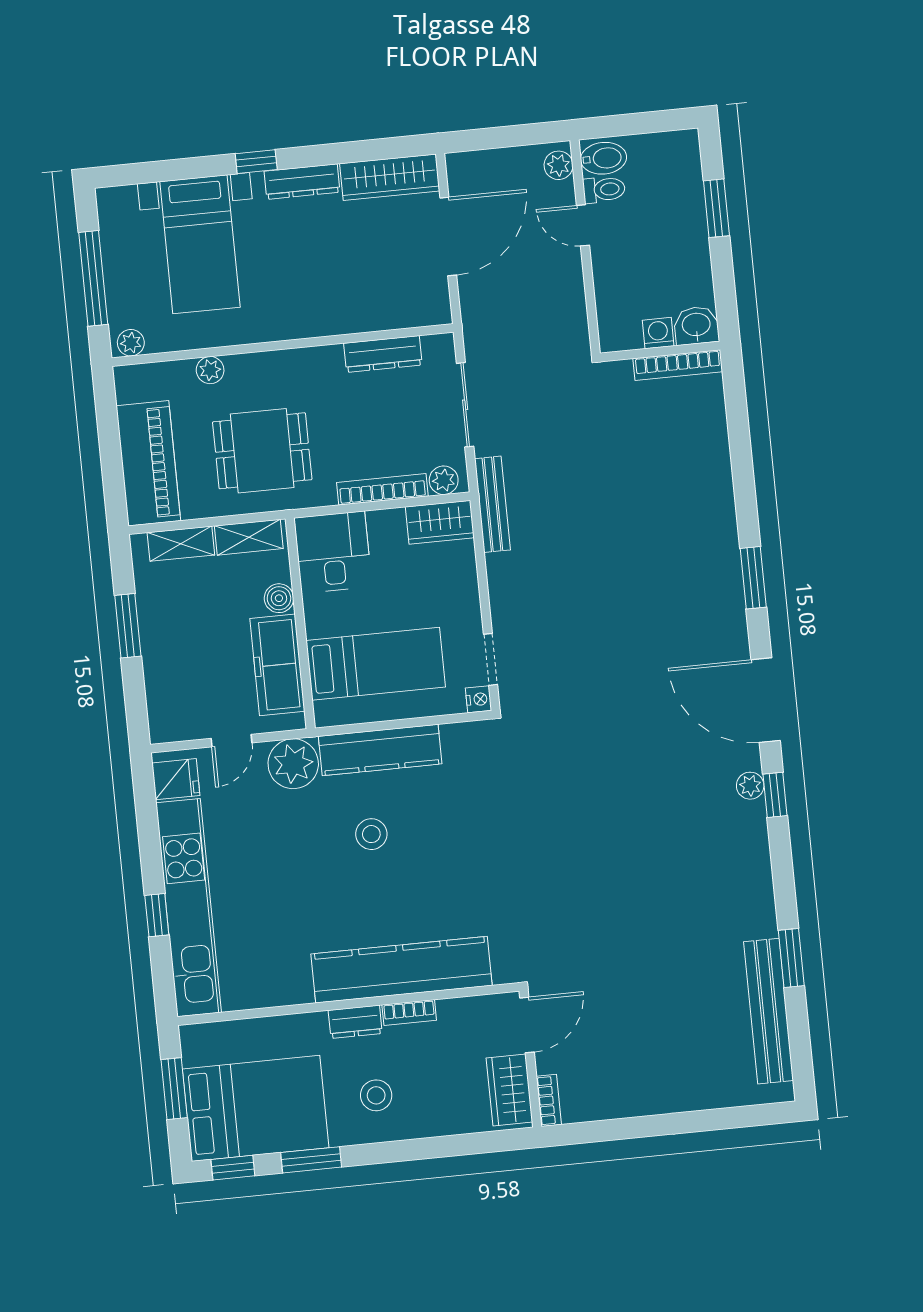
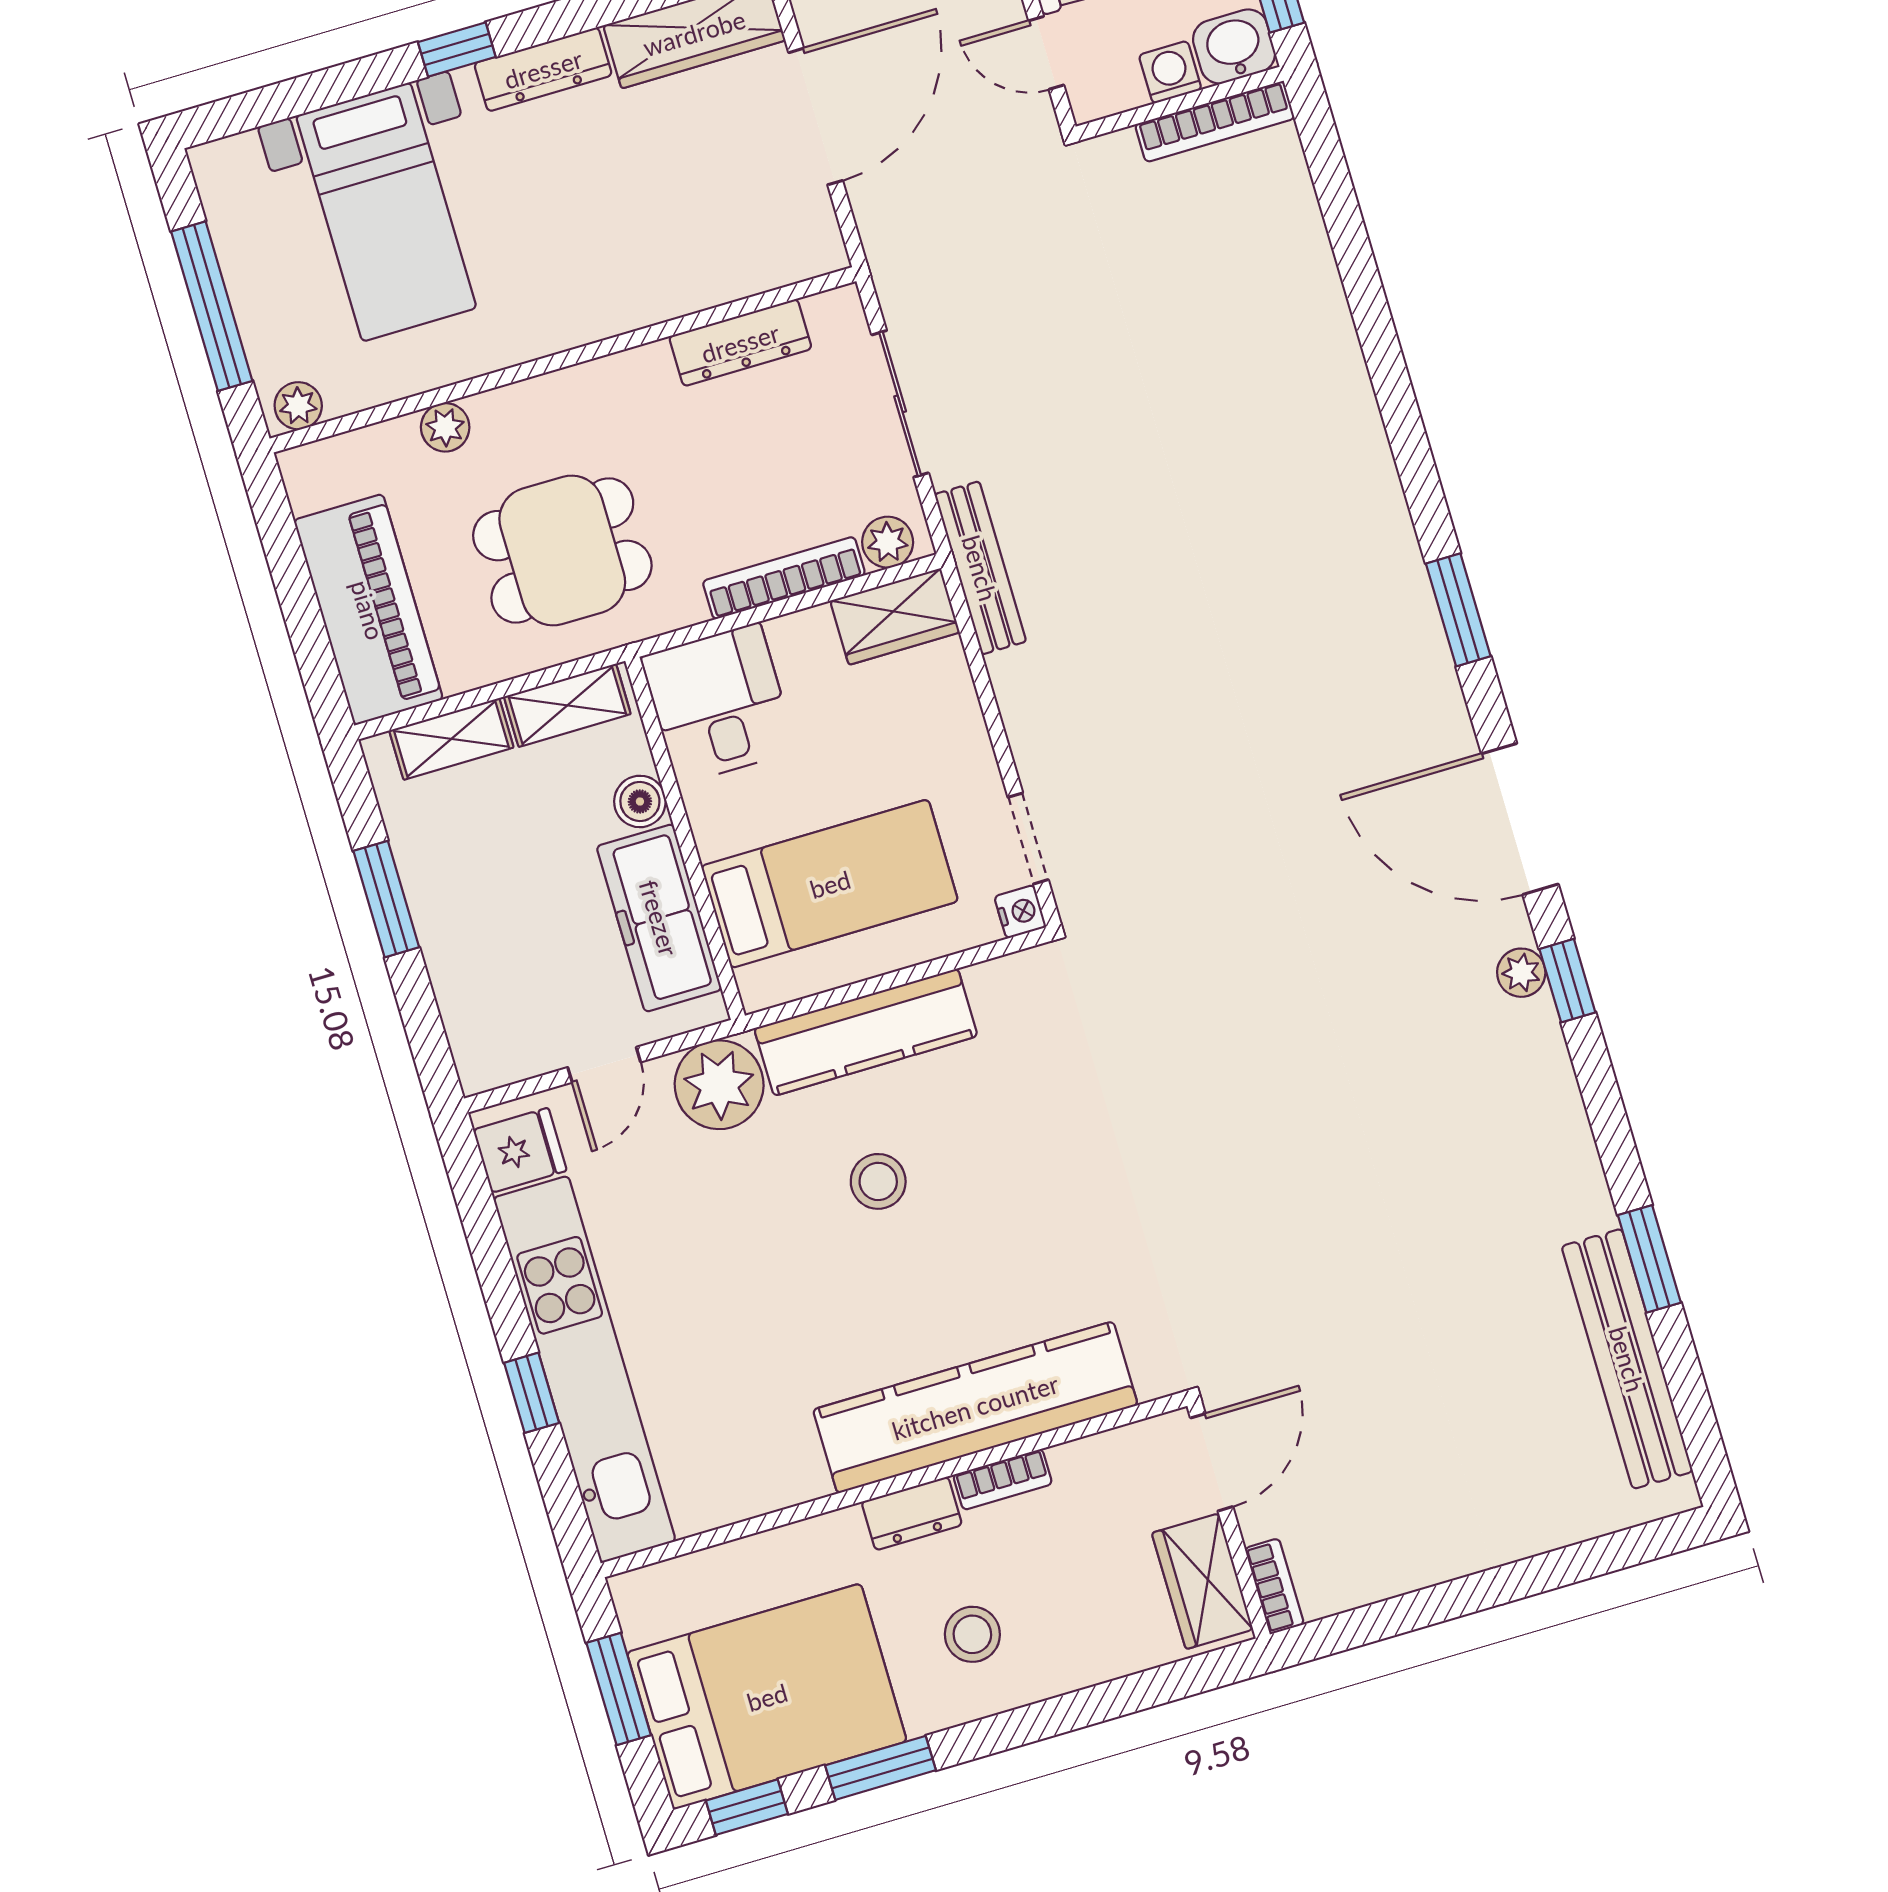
washbasin: (696, 326) -> (1234, 46), moved
washing machine: (658, 333) -> (1170, 72), moved
wall: (660, 352) -> (1180, 104), moved
bookcase: (678, 365) -> (1215, 122), moved

